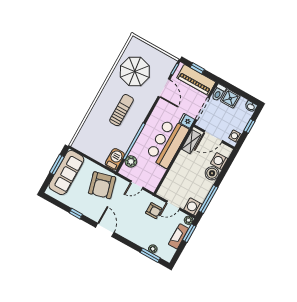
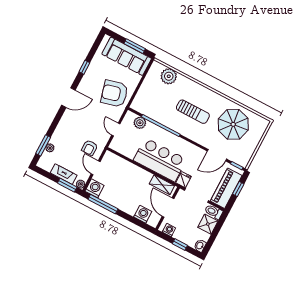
plant: (87, 132) -> (169, 76), added
barbecue: (115, 159) -> (142, 106), removed
boiler: (212, 173) -> (130, 207), removed

